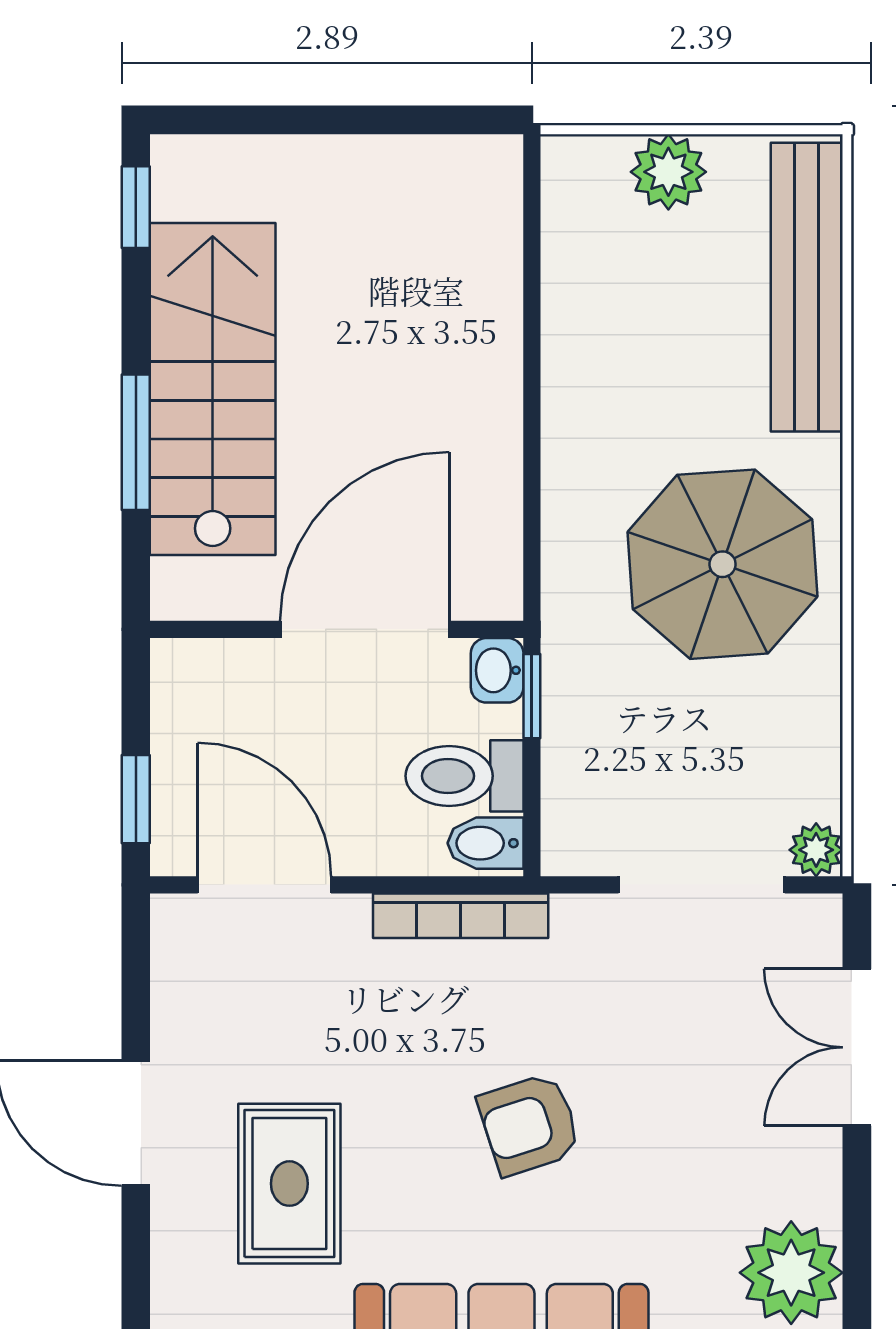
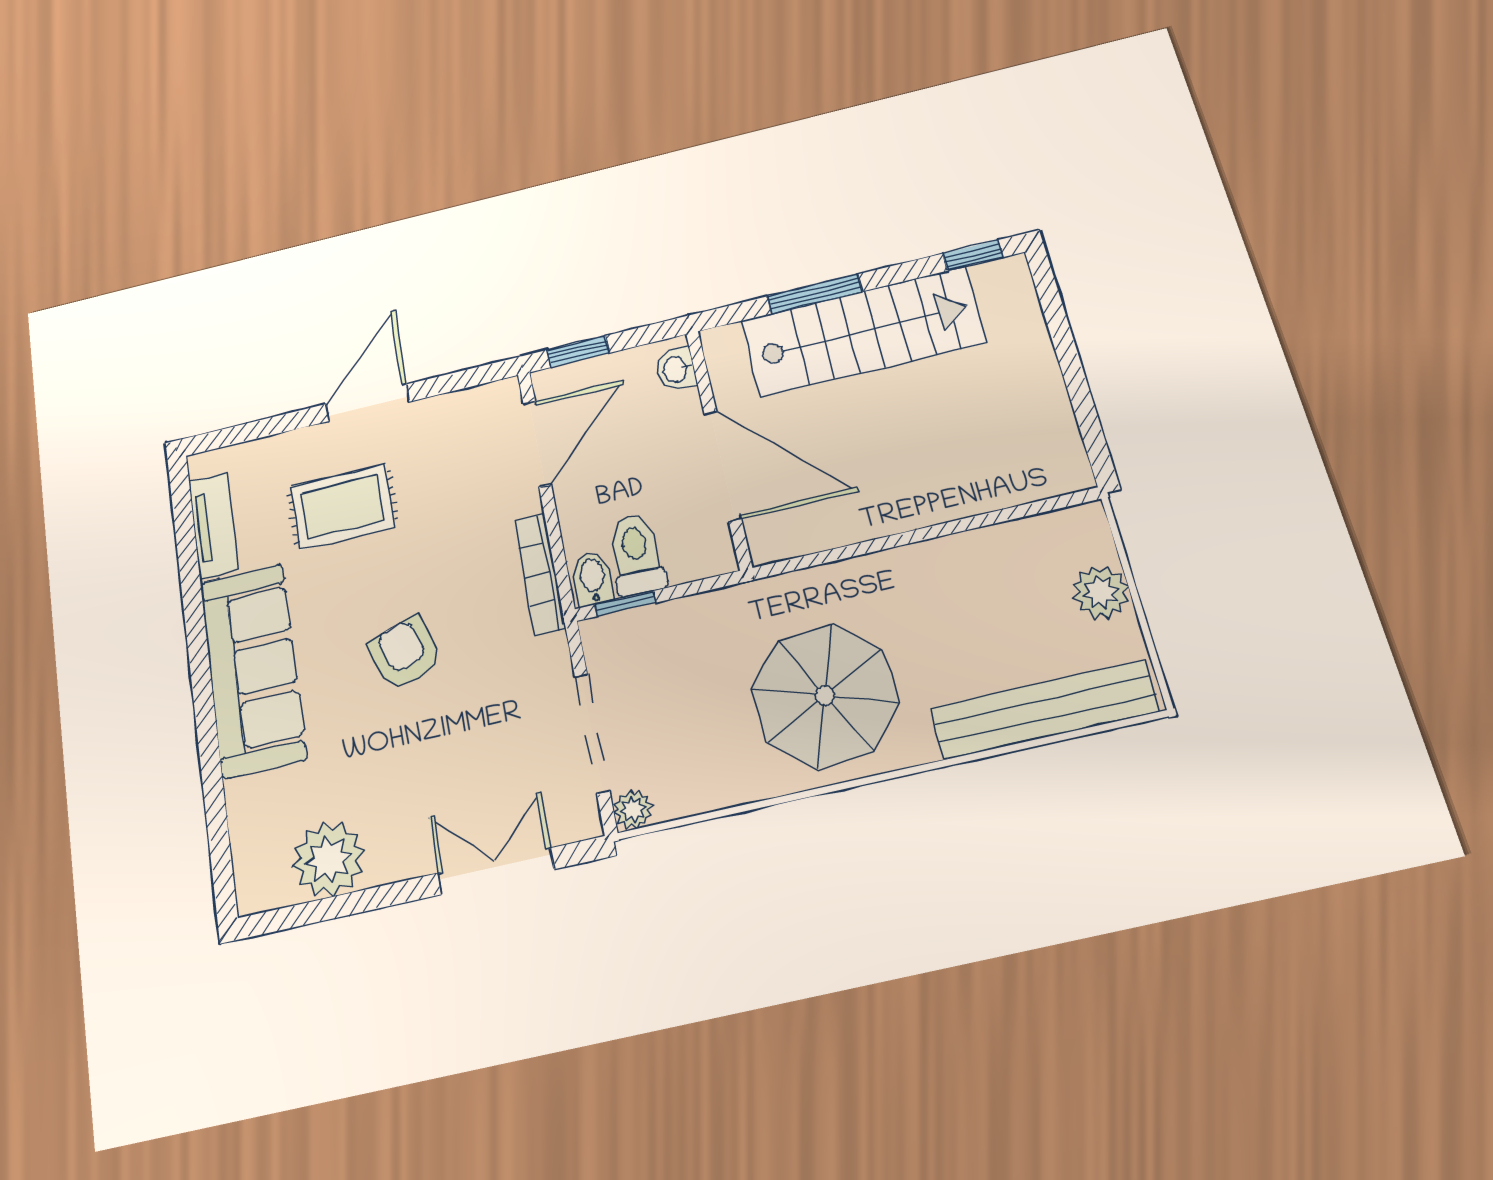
washbasin: (497, 670) -> (676, 369), moved, turned -90
window: (532, 696) -> (625, 604), moved

